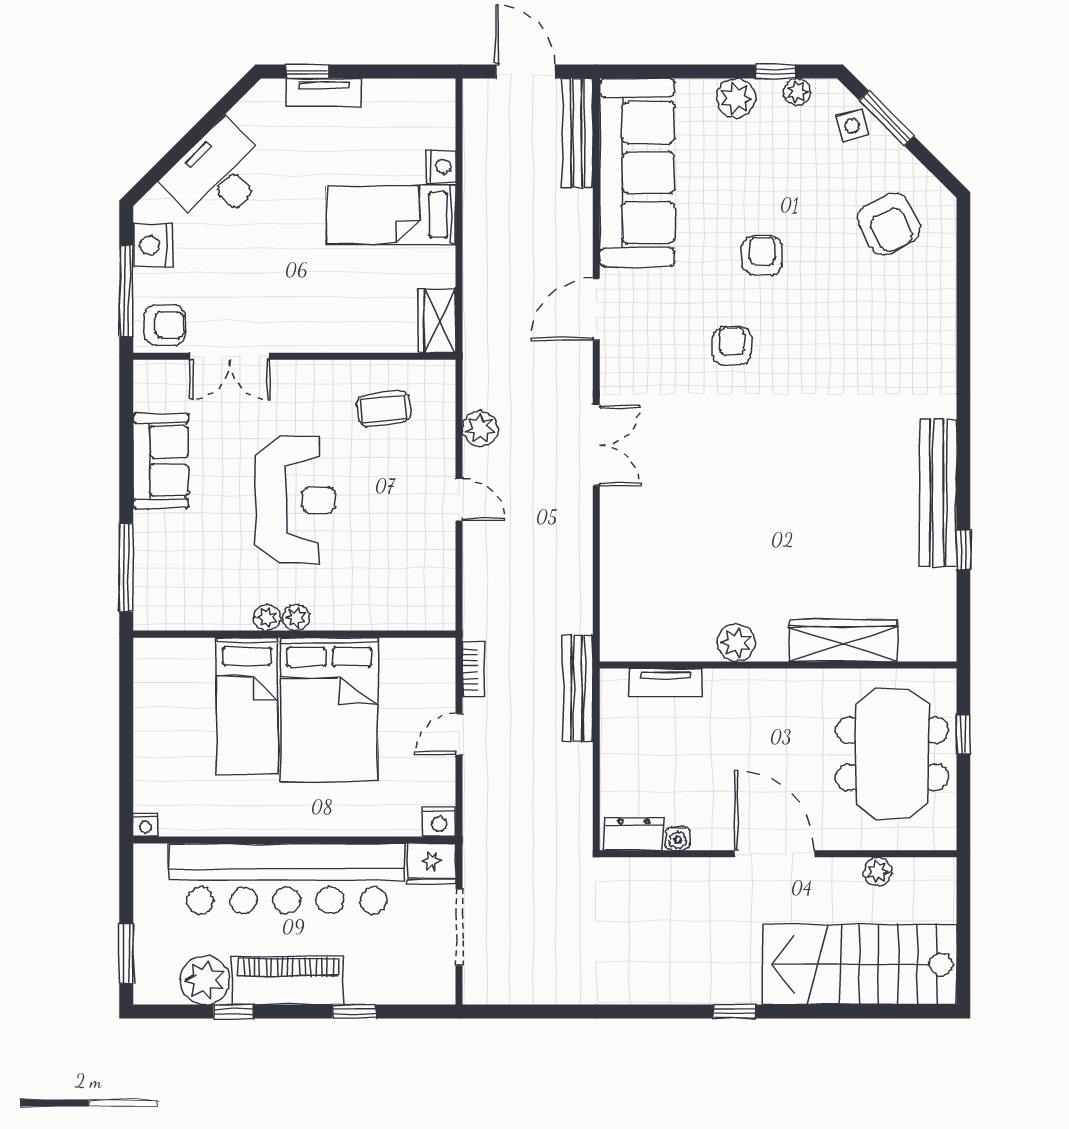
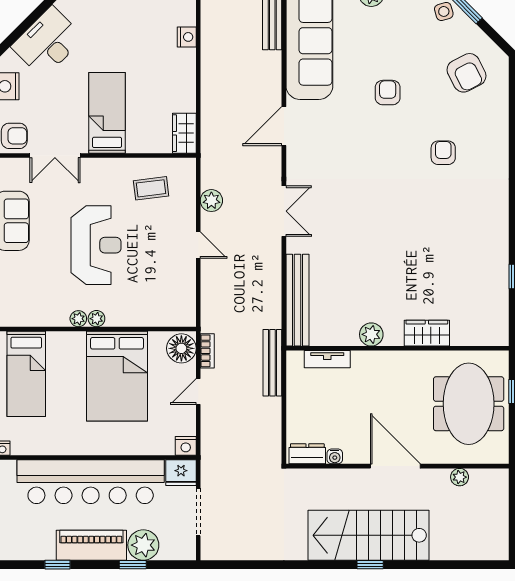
bed: (391, 215) -> (107, 113), moved, turned 90
armchair: (732, 346) -> (443, 153), moved
bench: (938, 493) -> (297, 300), moved
wardrobe: (843, 641) -> (427, 333), width x0.67
floor lamp: (432, 665) -> (181, 348), added
bed: (247, 706) -> (26, 374), moved
stairs: (860, 964) -> (368, 535), moved
plant: (205, 980) -> (143, 545), moved

